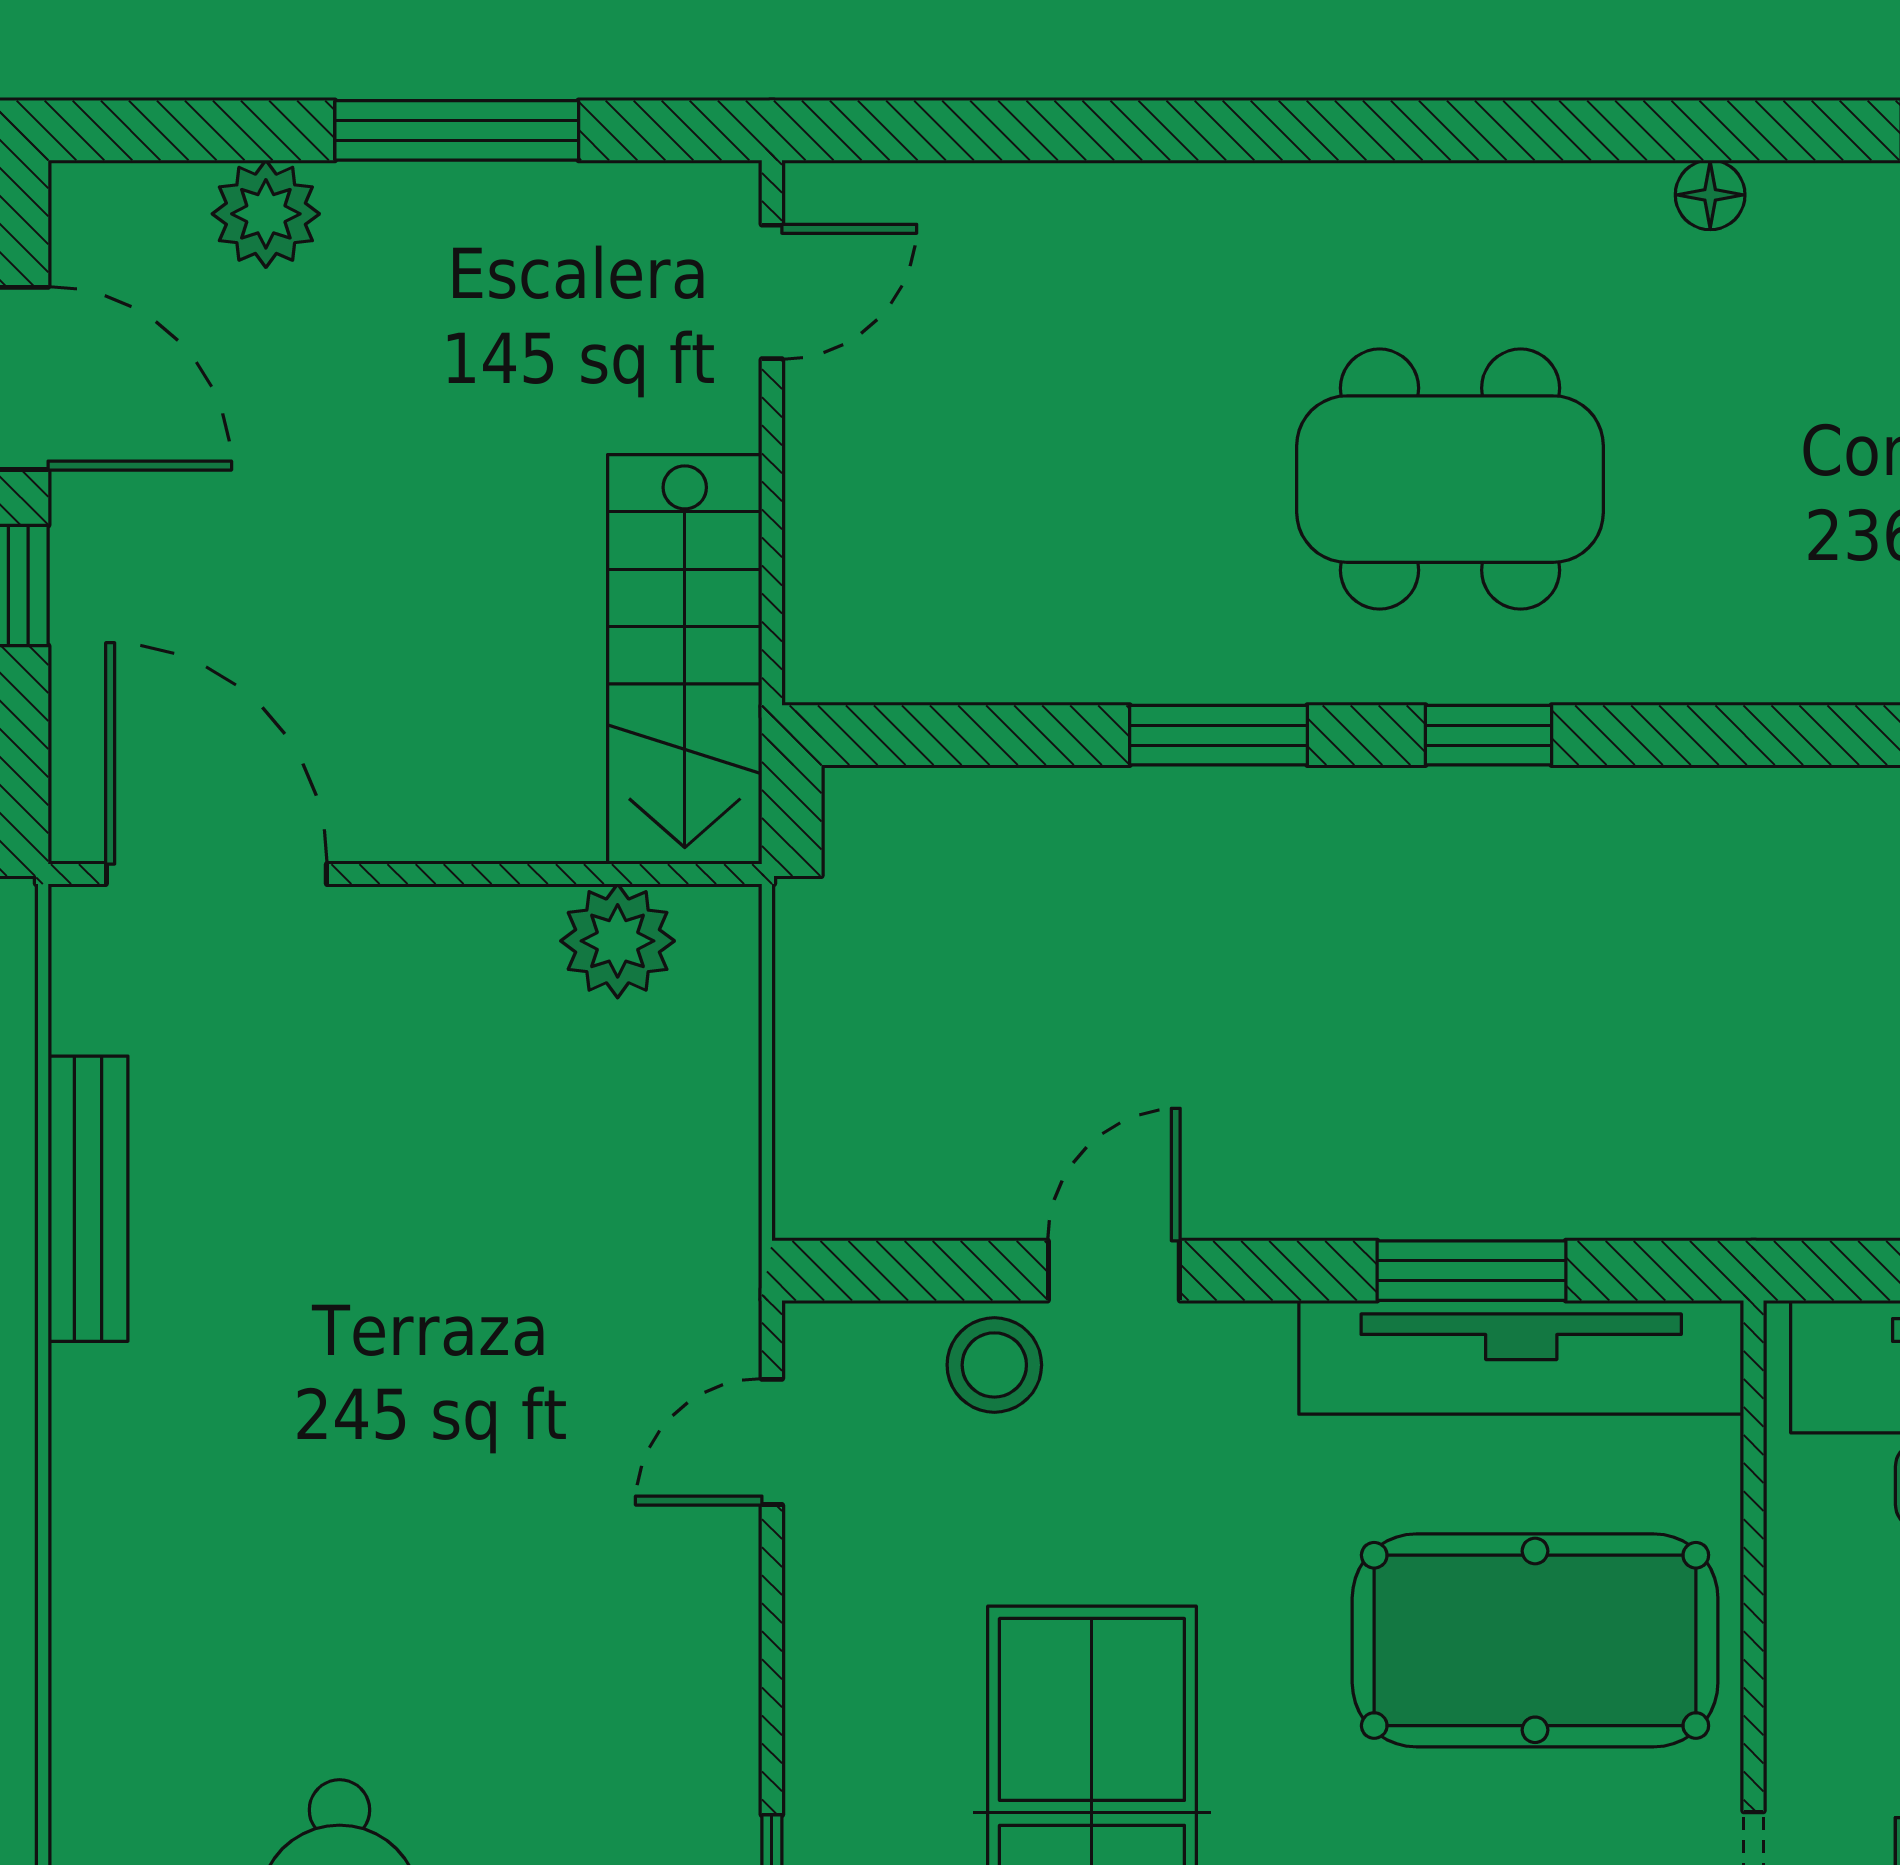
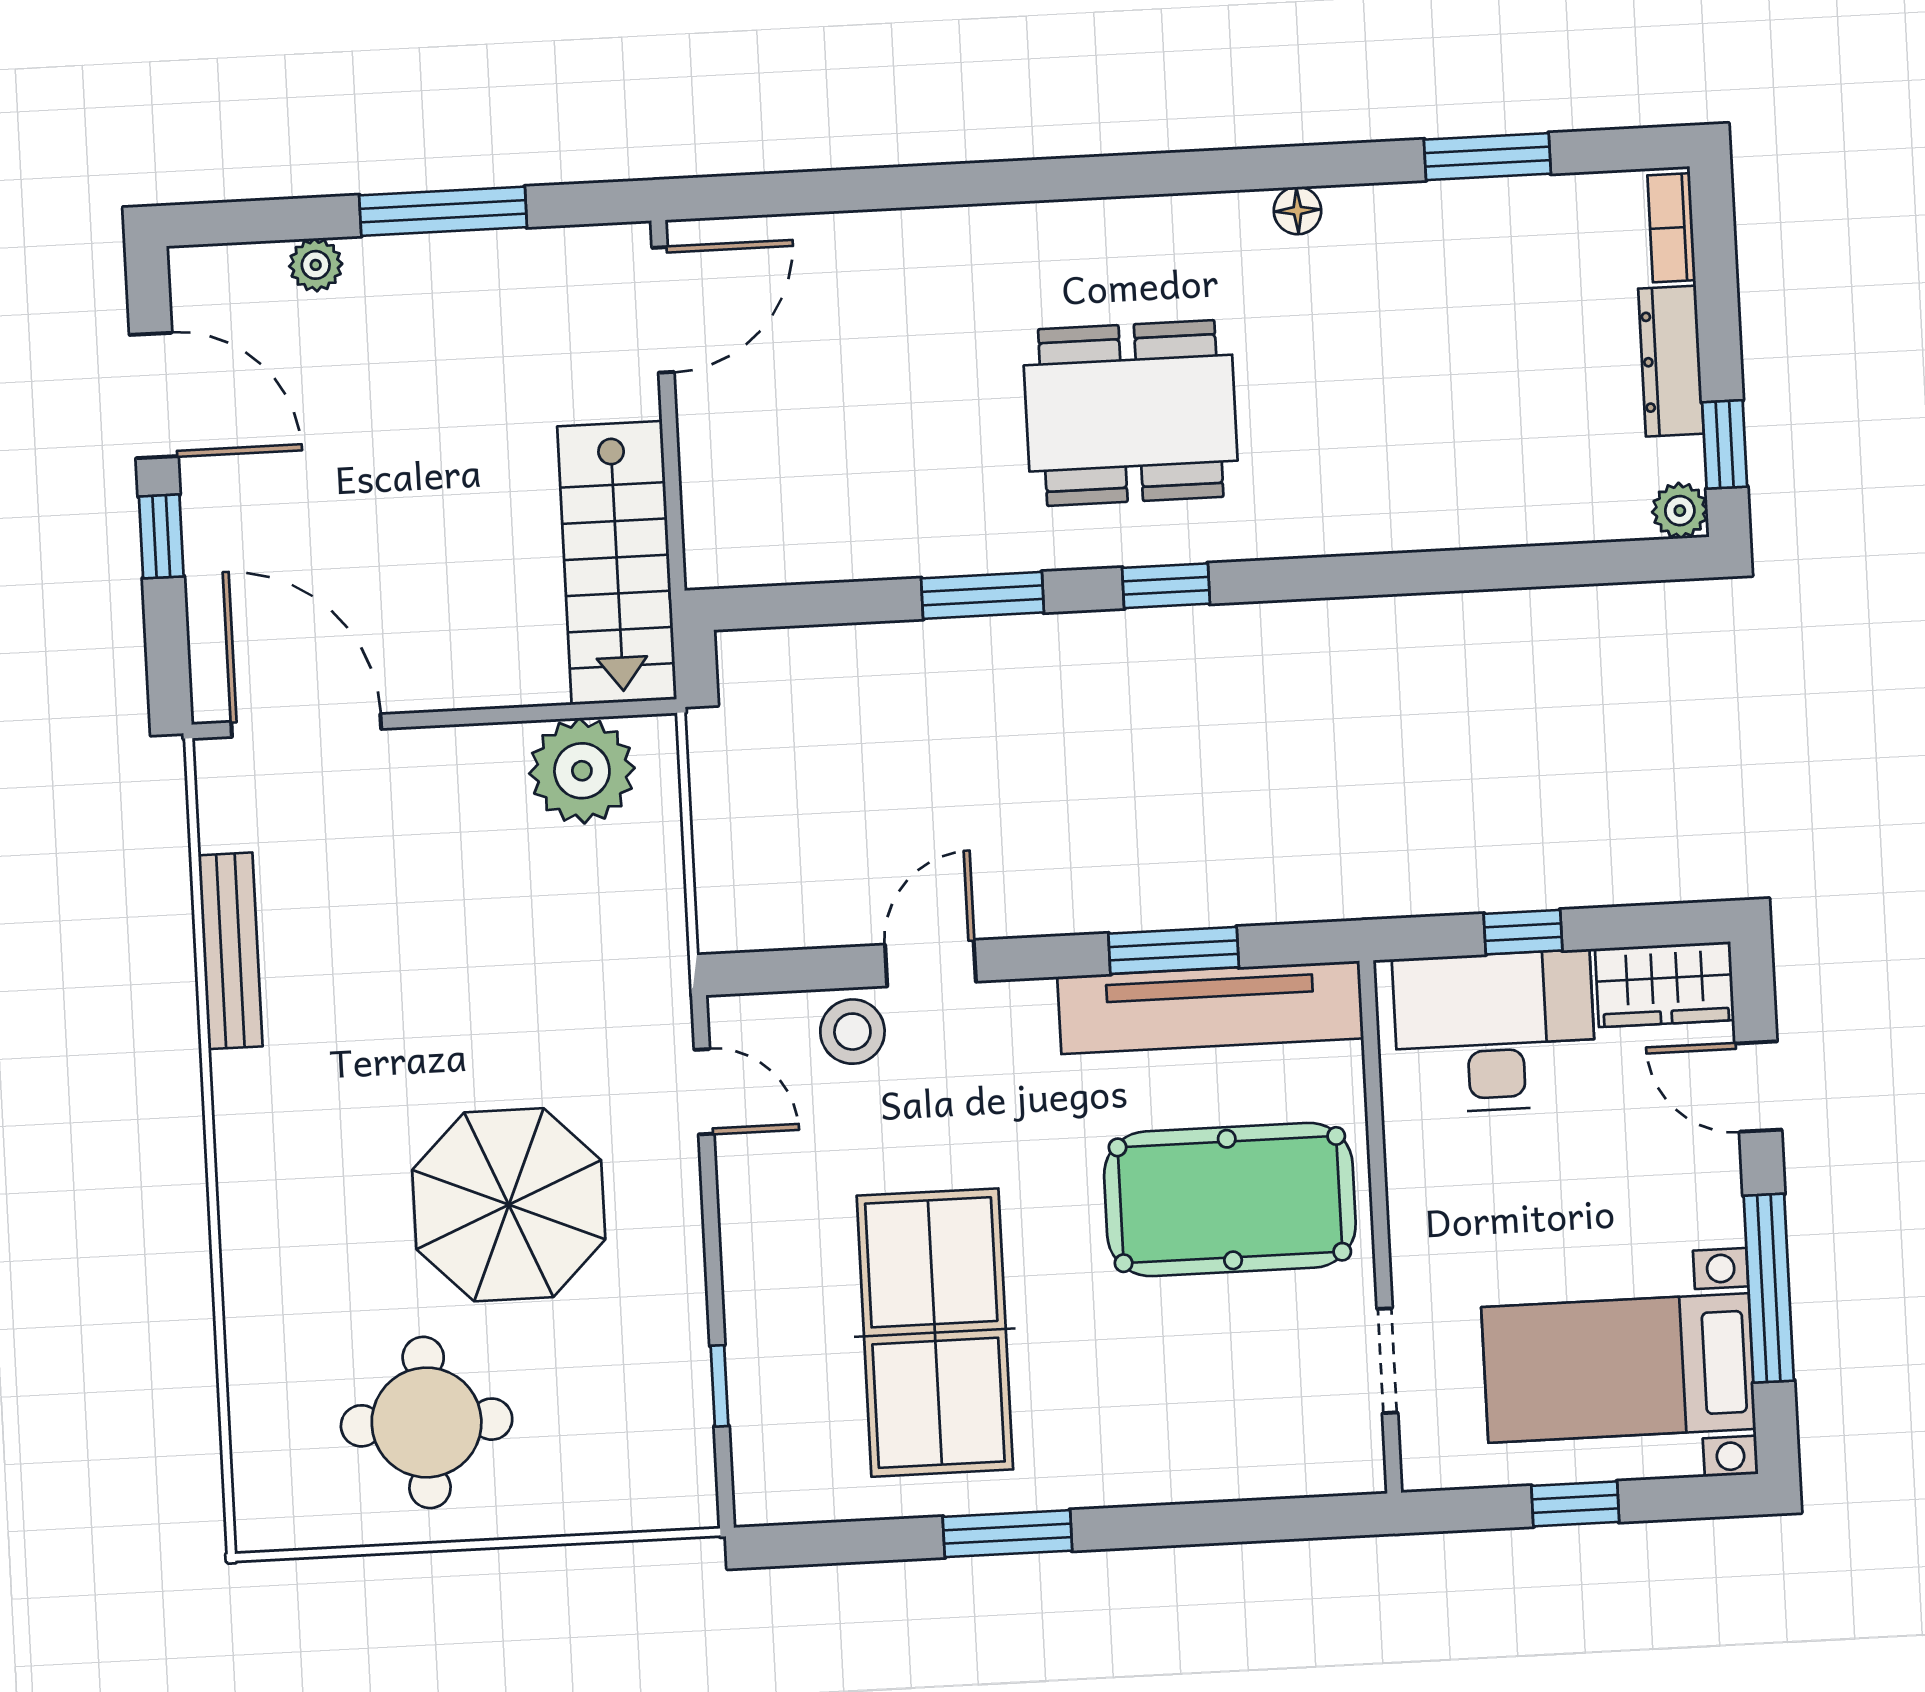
plant: (266, 214) -> (316, 265), width x0.73, depth x0.73
door: (772, 292) -> (663, 310), width x1.38
plant: (618, 941) -> (582, 771), width x1.36, depth x1.36
door: (772, 1442) -> (704, 1092), swing flipped
parasol: (477, 1593) -> (509, 1205), added

